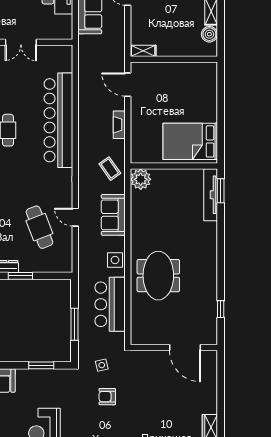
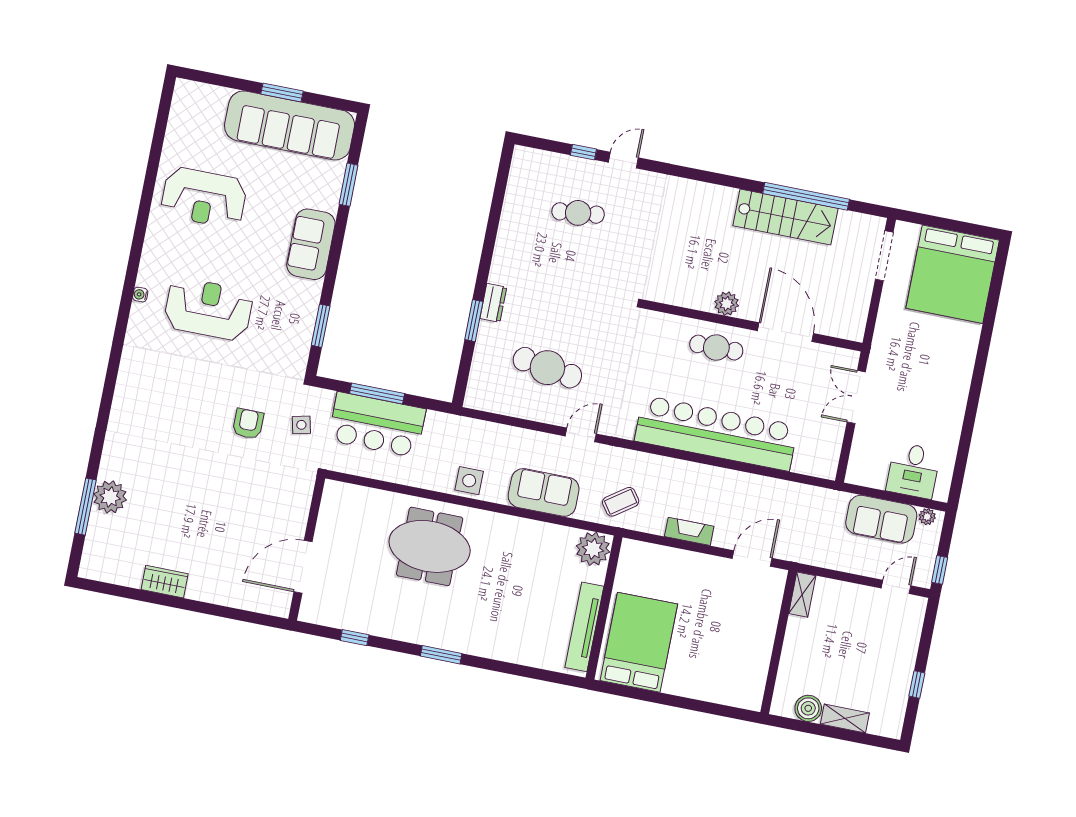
window: (221, 191) -> (441, 655), moved
tv unit: (211, 195) -> (584, 627), moved, turned -90
door: (75, 217) -> (581, 435), moved
cafe table: (39, 227) -> (547, 368), turned 30
bar counter: (110, 304) -> (377, 425), moved, turned 180

